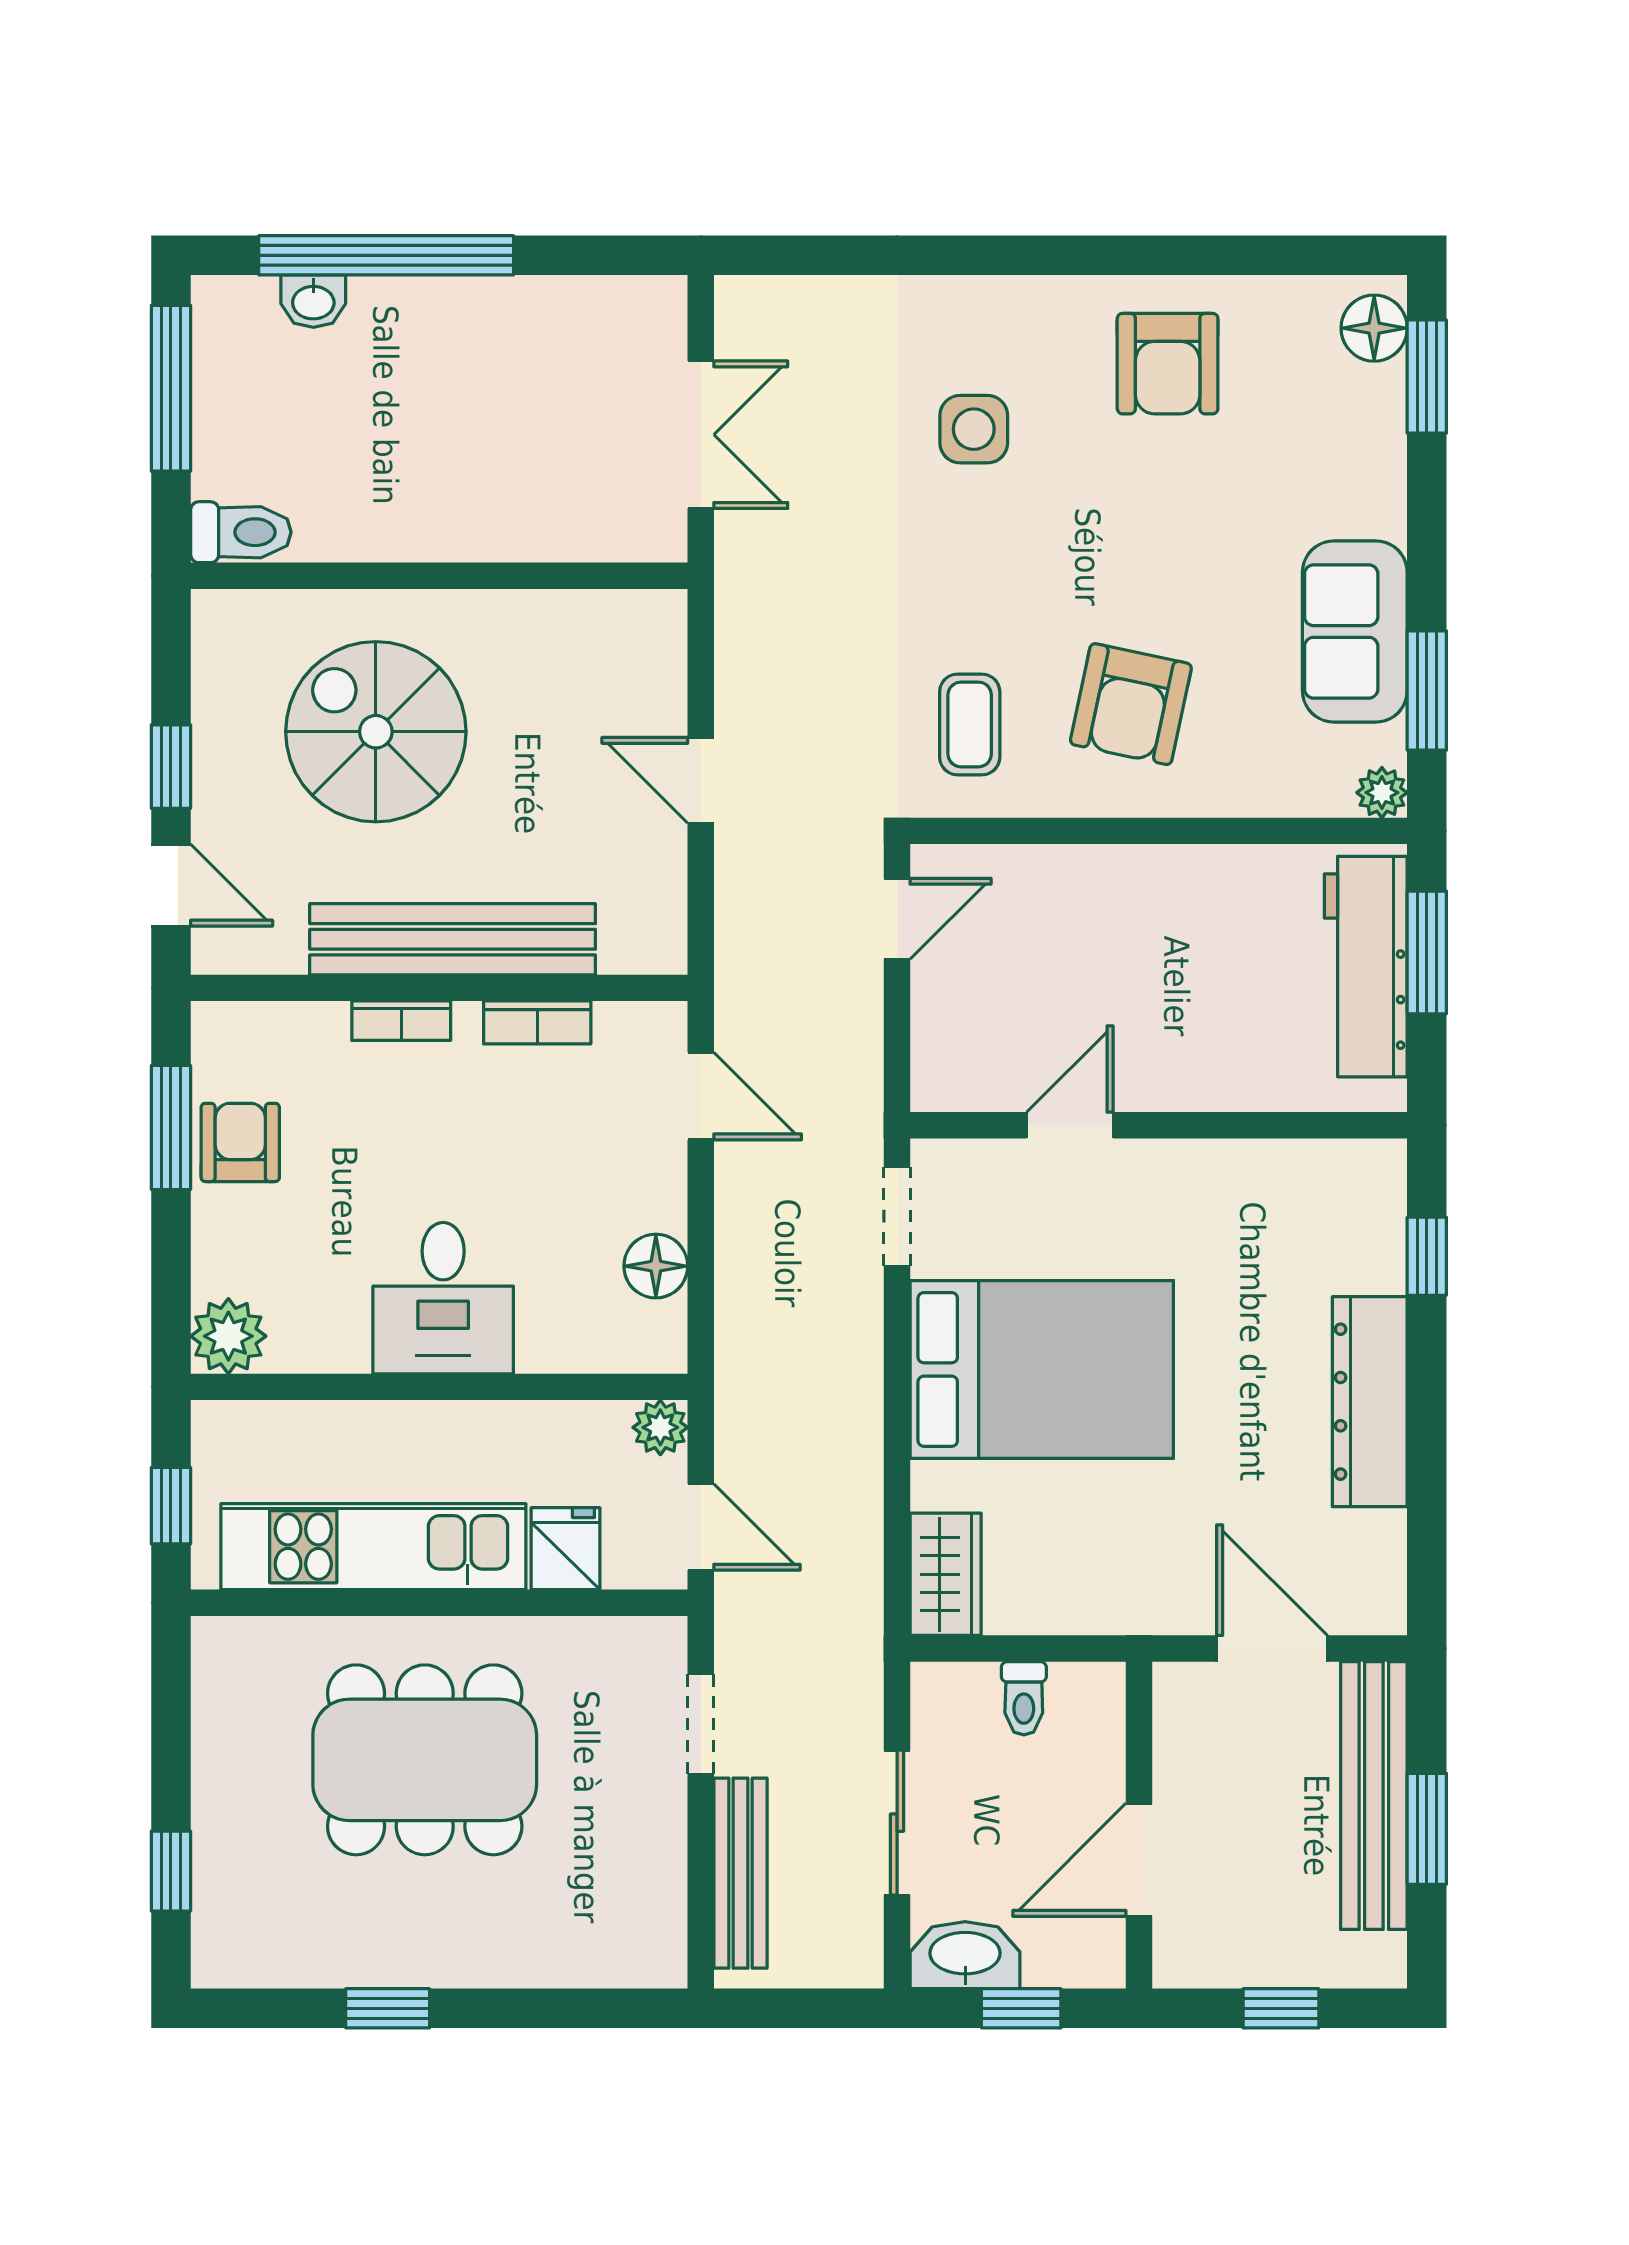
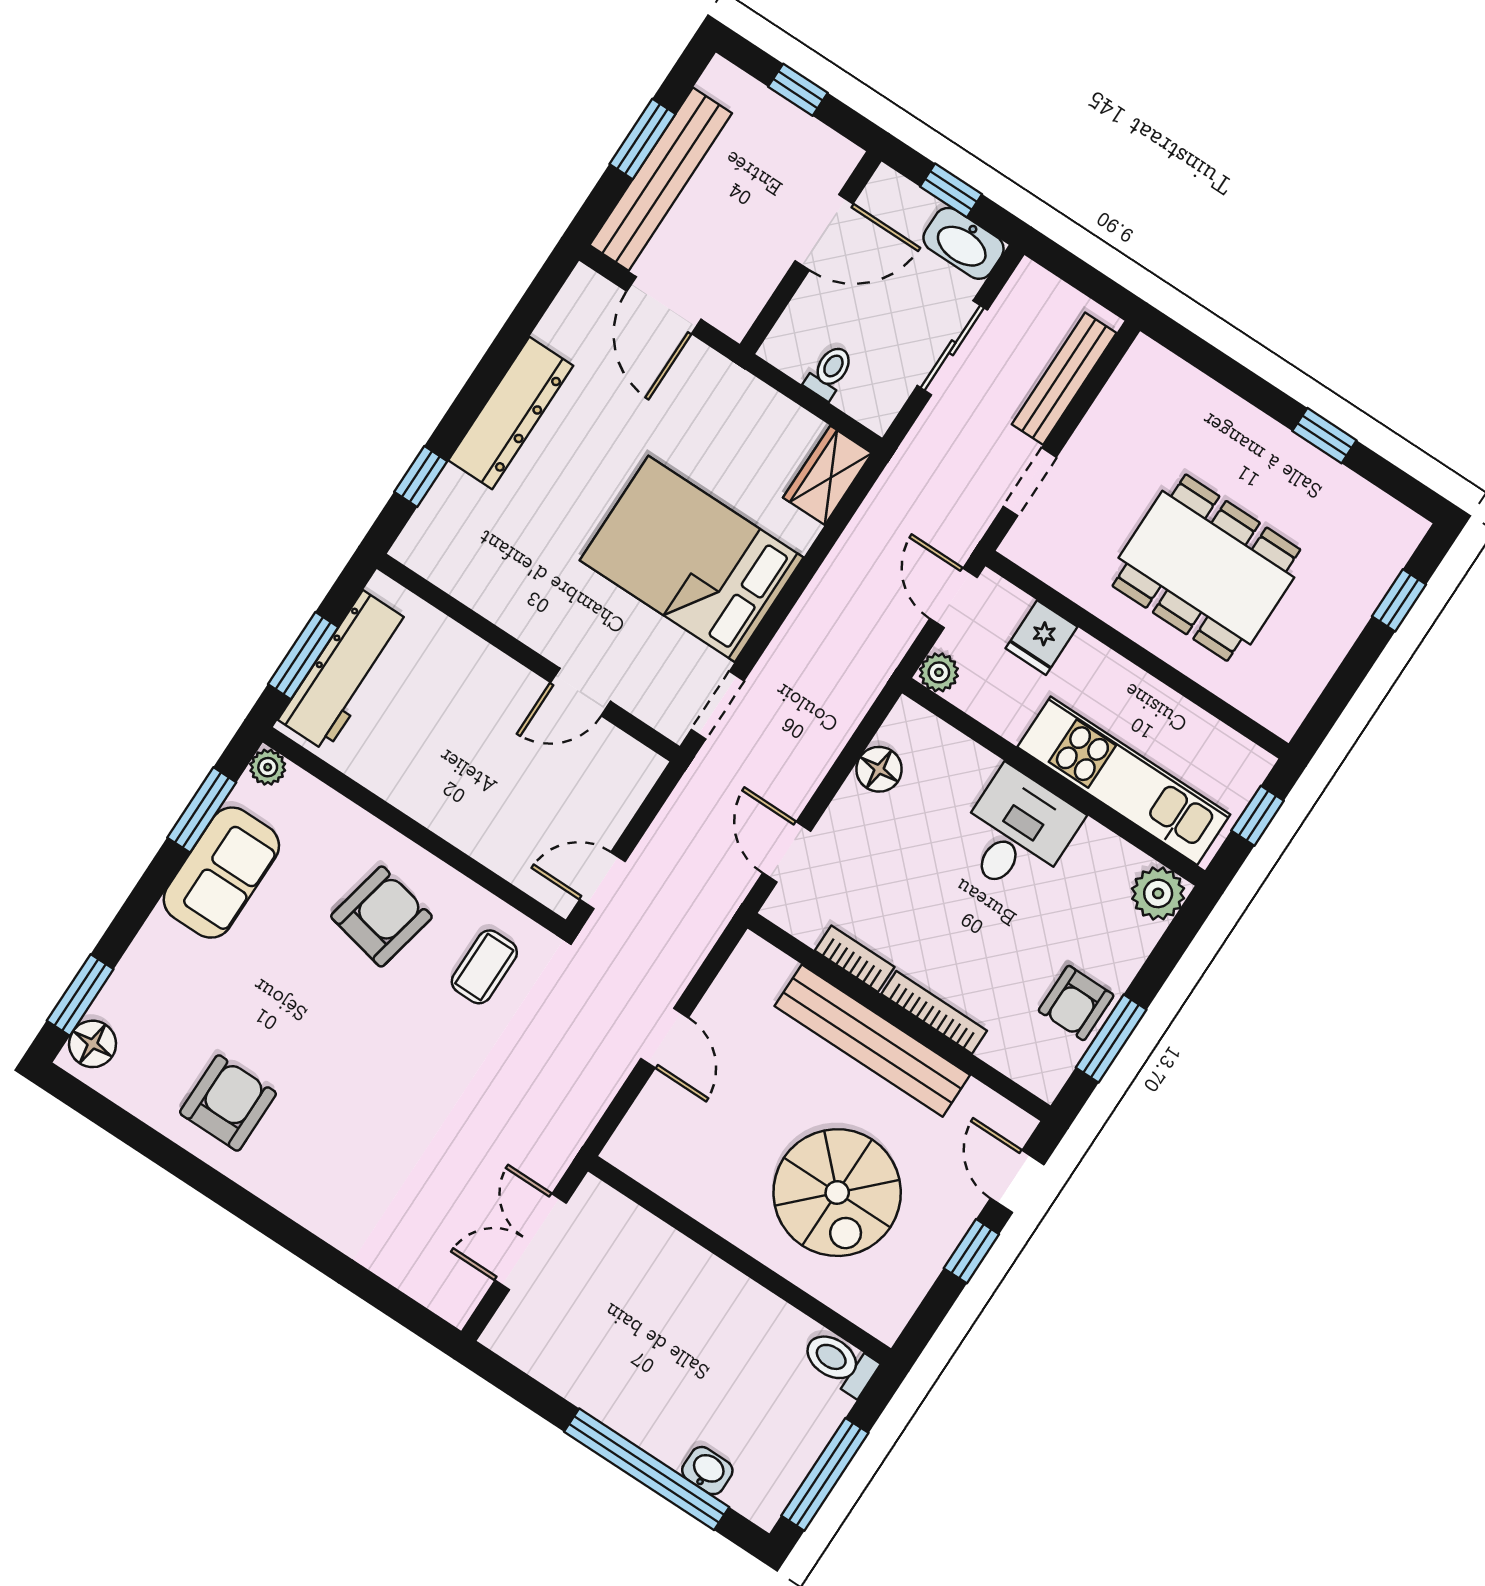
side table: (974, 429) -> (368, 1139), removed
bookcase: (401, 1021) -> (934, 1012), width x1.56
kitchen unit: (373, 1547) -> (1124, 781), moved, turned 180

